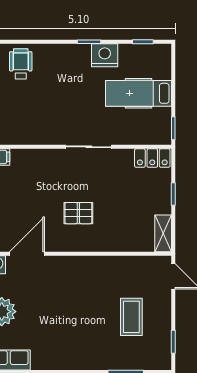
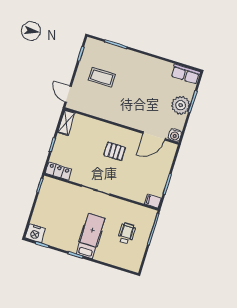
nightstand: (105, 55) -> (35, 233), moved
wheelchair: (21, 64) -> (127, 233), moved, turned 180
hospital bed: (139, 93) -> (90, 236), moved, turned -90
coffee table: (131, 317) -> (102, 77), turned 90

